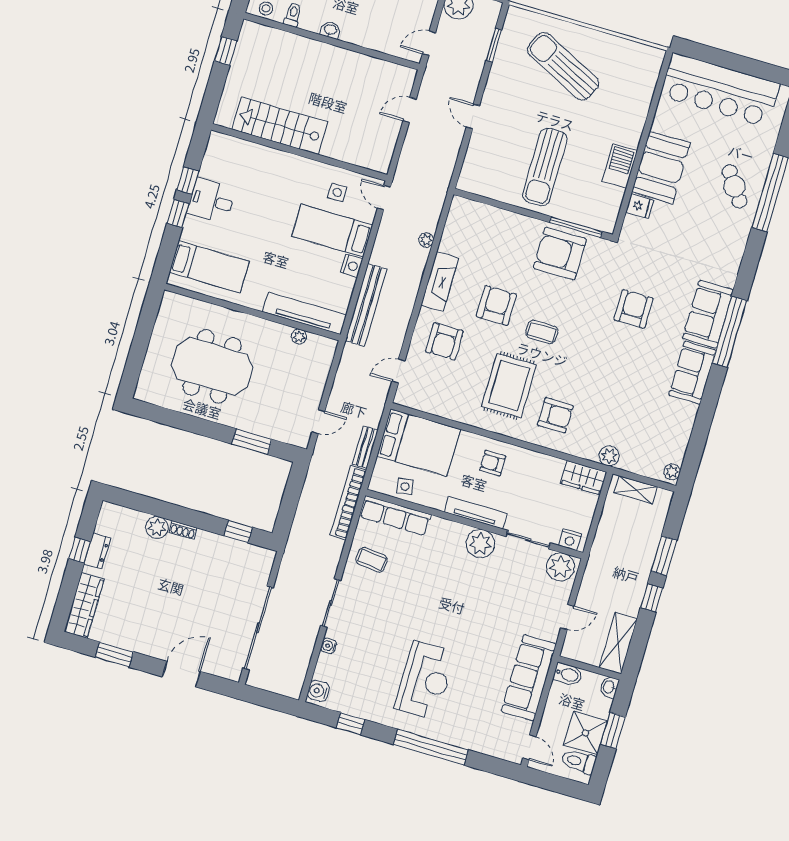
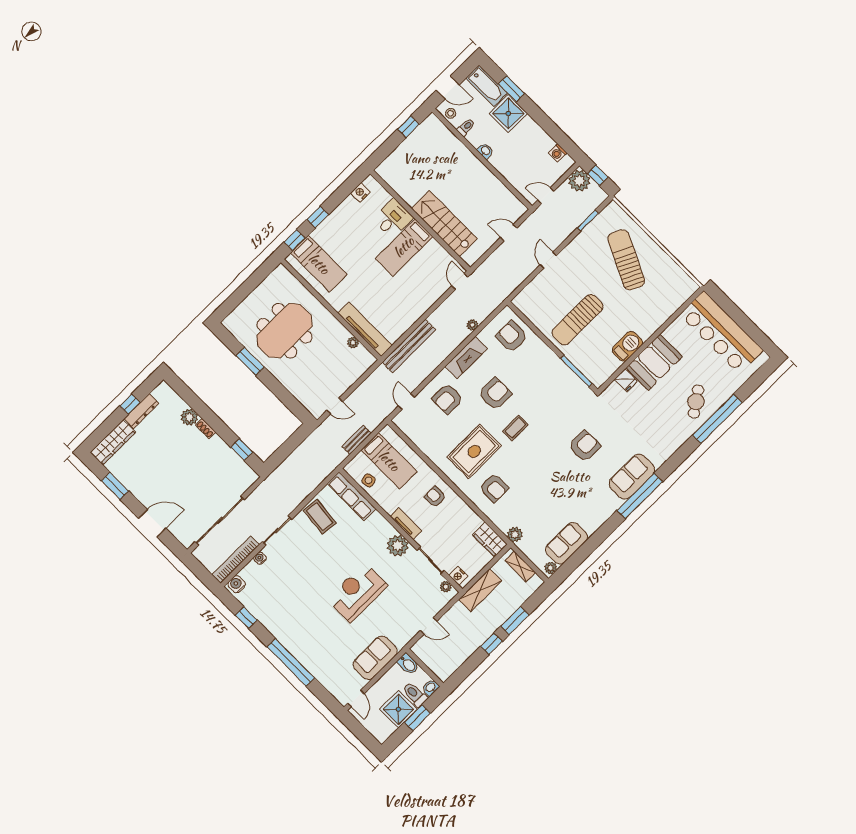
stairs: (280, 126) -> (444, 224), moved
window: (188, 181) -> (295, 240), moved
side table: (337, 192) -> (431, 261), removed
desk: (212, 201) -> (393, 218), moved, turned 90
bed: (332, 231) -> (404, 247), moved, turned -90
armchair: (560, 254) -> (511, 336), moved, width x0.73, depth x0.73
nightstand: (352, 266) -> (360, 193), moved, turned 180
coffee table: (542, 332) -> (515, 428), turned 90
meeting table: (212, 366) -> (285, 331), turned 90
door: (398, 371) -> (406, 402), hinge flipped
sofa: (692, 373) -> (567, 543), moved
window: (252, 442) -> (250, 361), moved
bed: (419, 443) -> (389, 461), width x0.67
bookcase: (348, 503) -> (236, 560), moved
tv unit: (476, 513) -> (406, 524), width x0.71
dresser: (97, 551) -> (141, 411), width x1.44
coffee table: (372, 560) -> (320, 517), width x1.36, depth x1.30
plant: (560, 567) -> (446, 587), width x0.53, depth x0.53
shelving: (618, 643) -> (480, 590), moved
sofa: (529, 678) -> (375, 658), width x0.73
reception desk: (425, 680) -> (357, 592), moved, turned 180
toilet: (579, 761) -> (415, 694), moved

